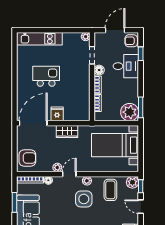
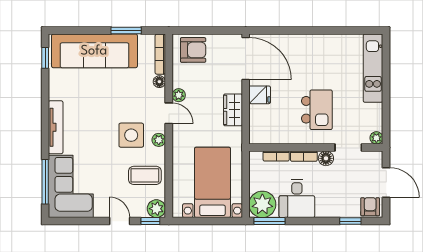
desk: (126, 66) -> (297, 199), moved
kitchen island: (46, 76) -> (317, 110), moved
armchair: (27, 158) -> (193, 50), turned -90
door: (141, 207) -> (120, 221), hinge flipped

